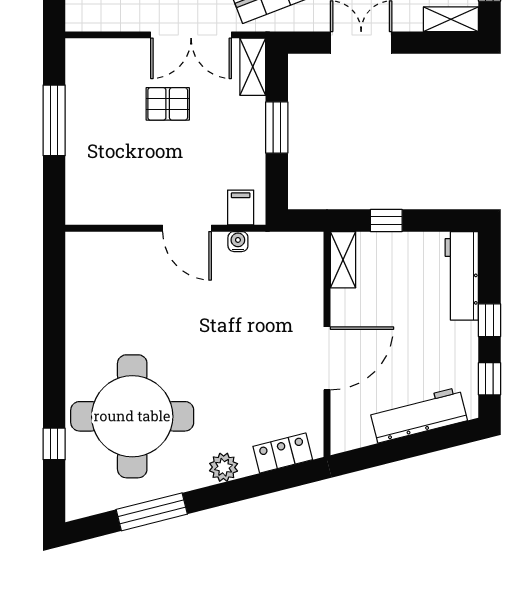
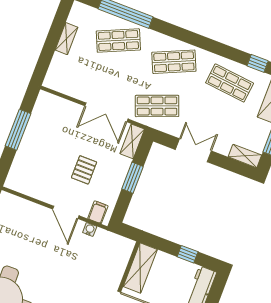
pallet: (168, 104) -> (84, 170), moved, turned 90
window: (386, 221) -> (188, 254), moved
shelving: (343, 260) -> (140, 268), width x1.50, depth x1.33

